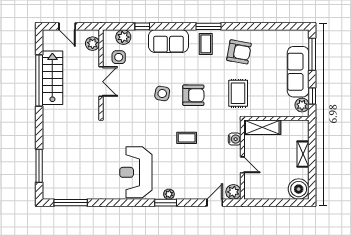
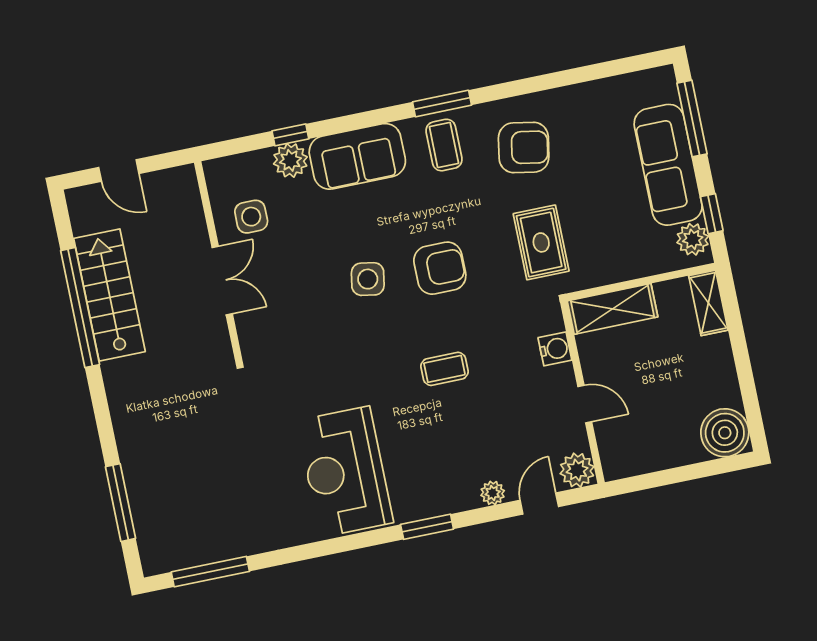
plant: (123, 37) -> (290, 160), moved
plant: (93, 44) -> (185, 198), removed
shelving: (303, 154) -> (708, 303), moved
plant: (169, 194) -> (493, 493), moved

